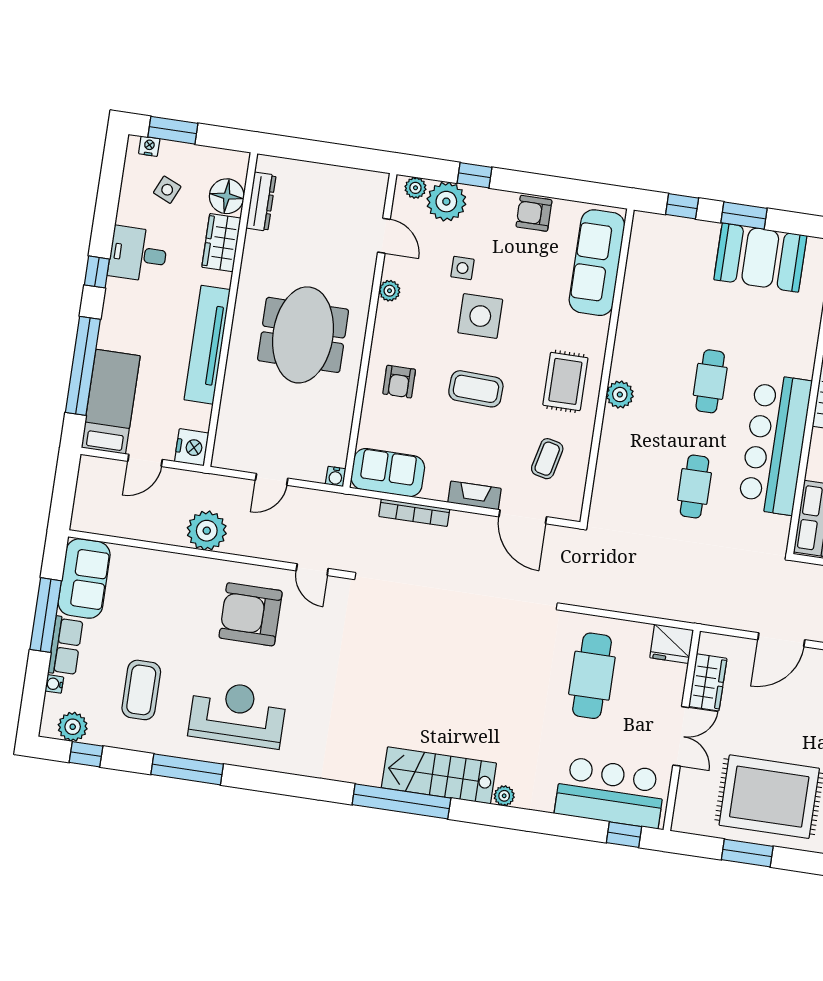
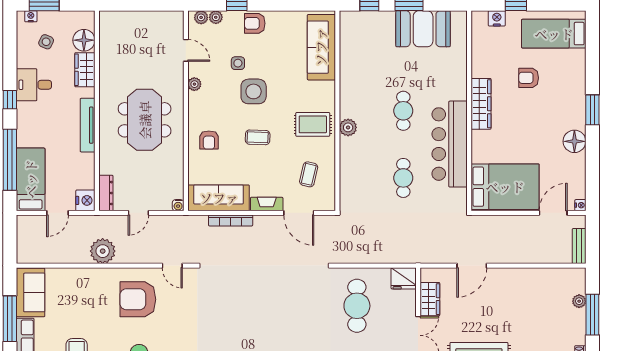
dresser: (261, 202) -> (106, 193), moved
plant: (446, 202) -> (216, 17), width x0.53, depth x0.53
armchair: (534, 213) -> (255, 23), moved
tv unit: (207, 345) -> (88, 125), width x0.73, depth x0.78
rug: (565, 381) -> (313, 124), turned 90
coffee table: (476, 389) -> (258, 137), width x0.73, depth x0.77
sofa: (388, 473) -> (219, 198), width x1.36

